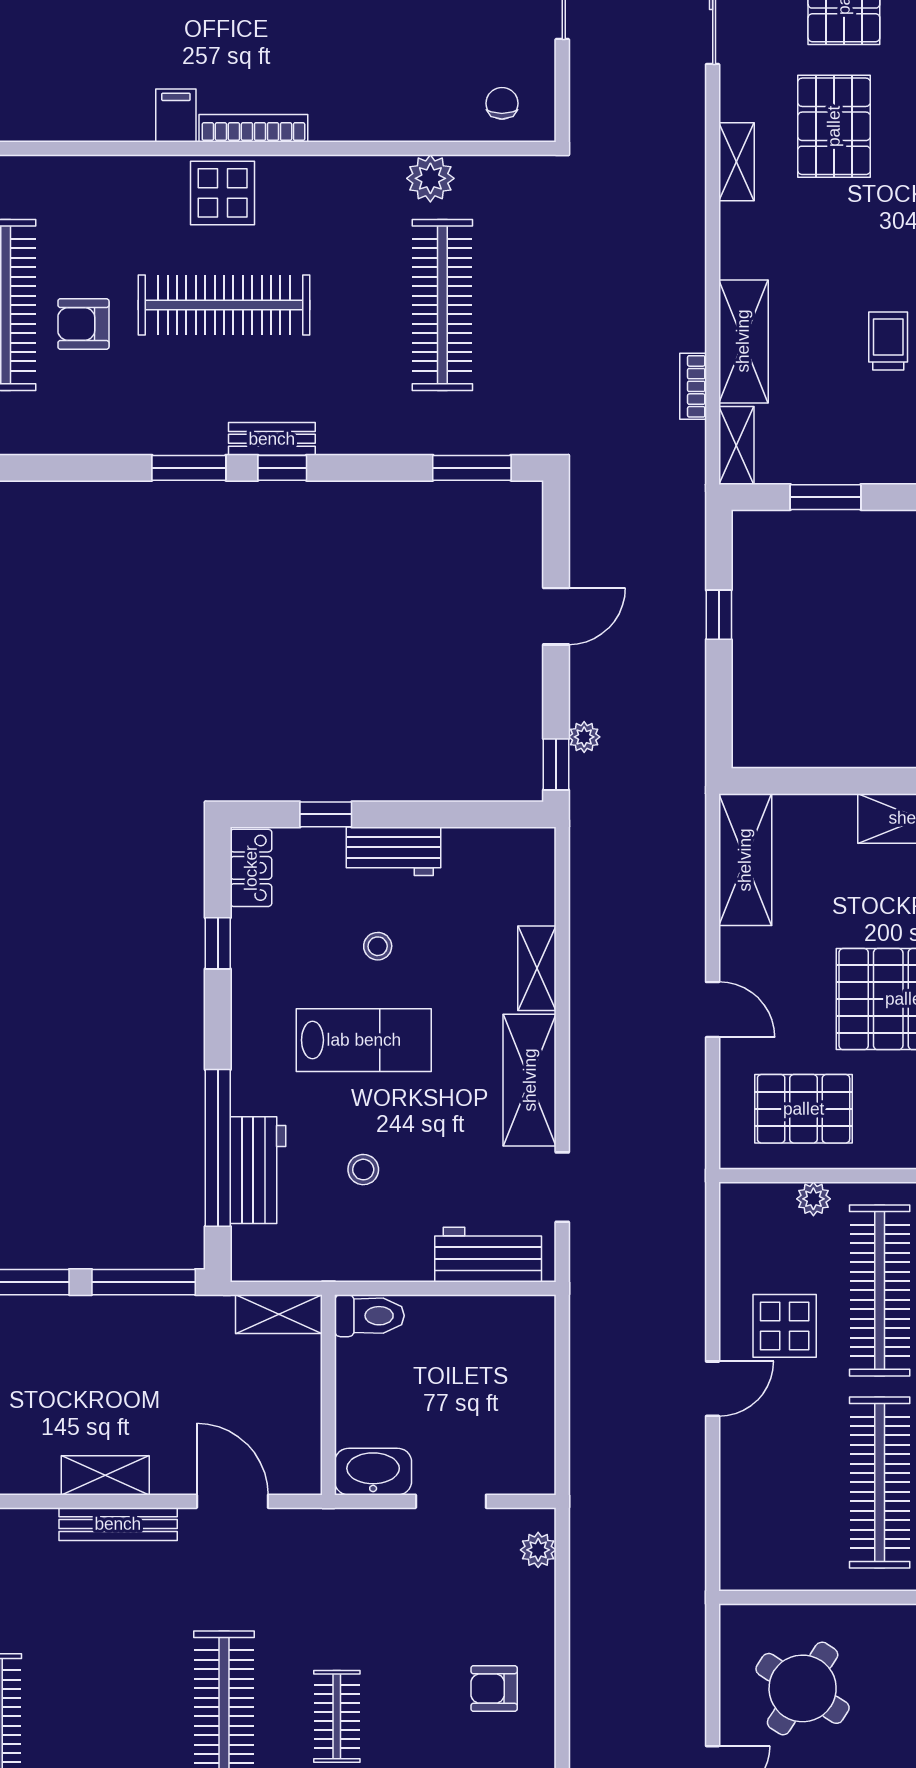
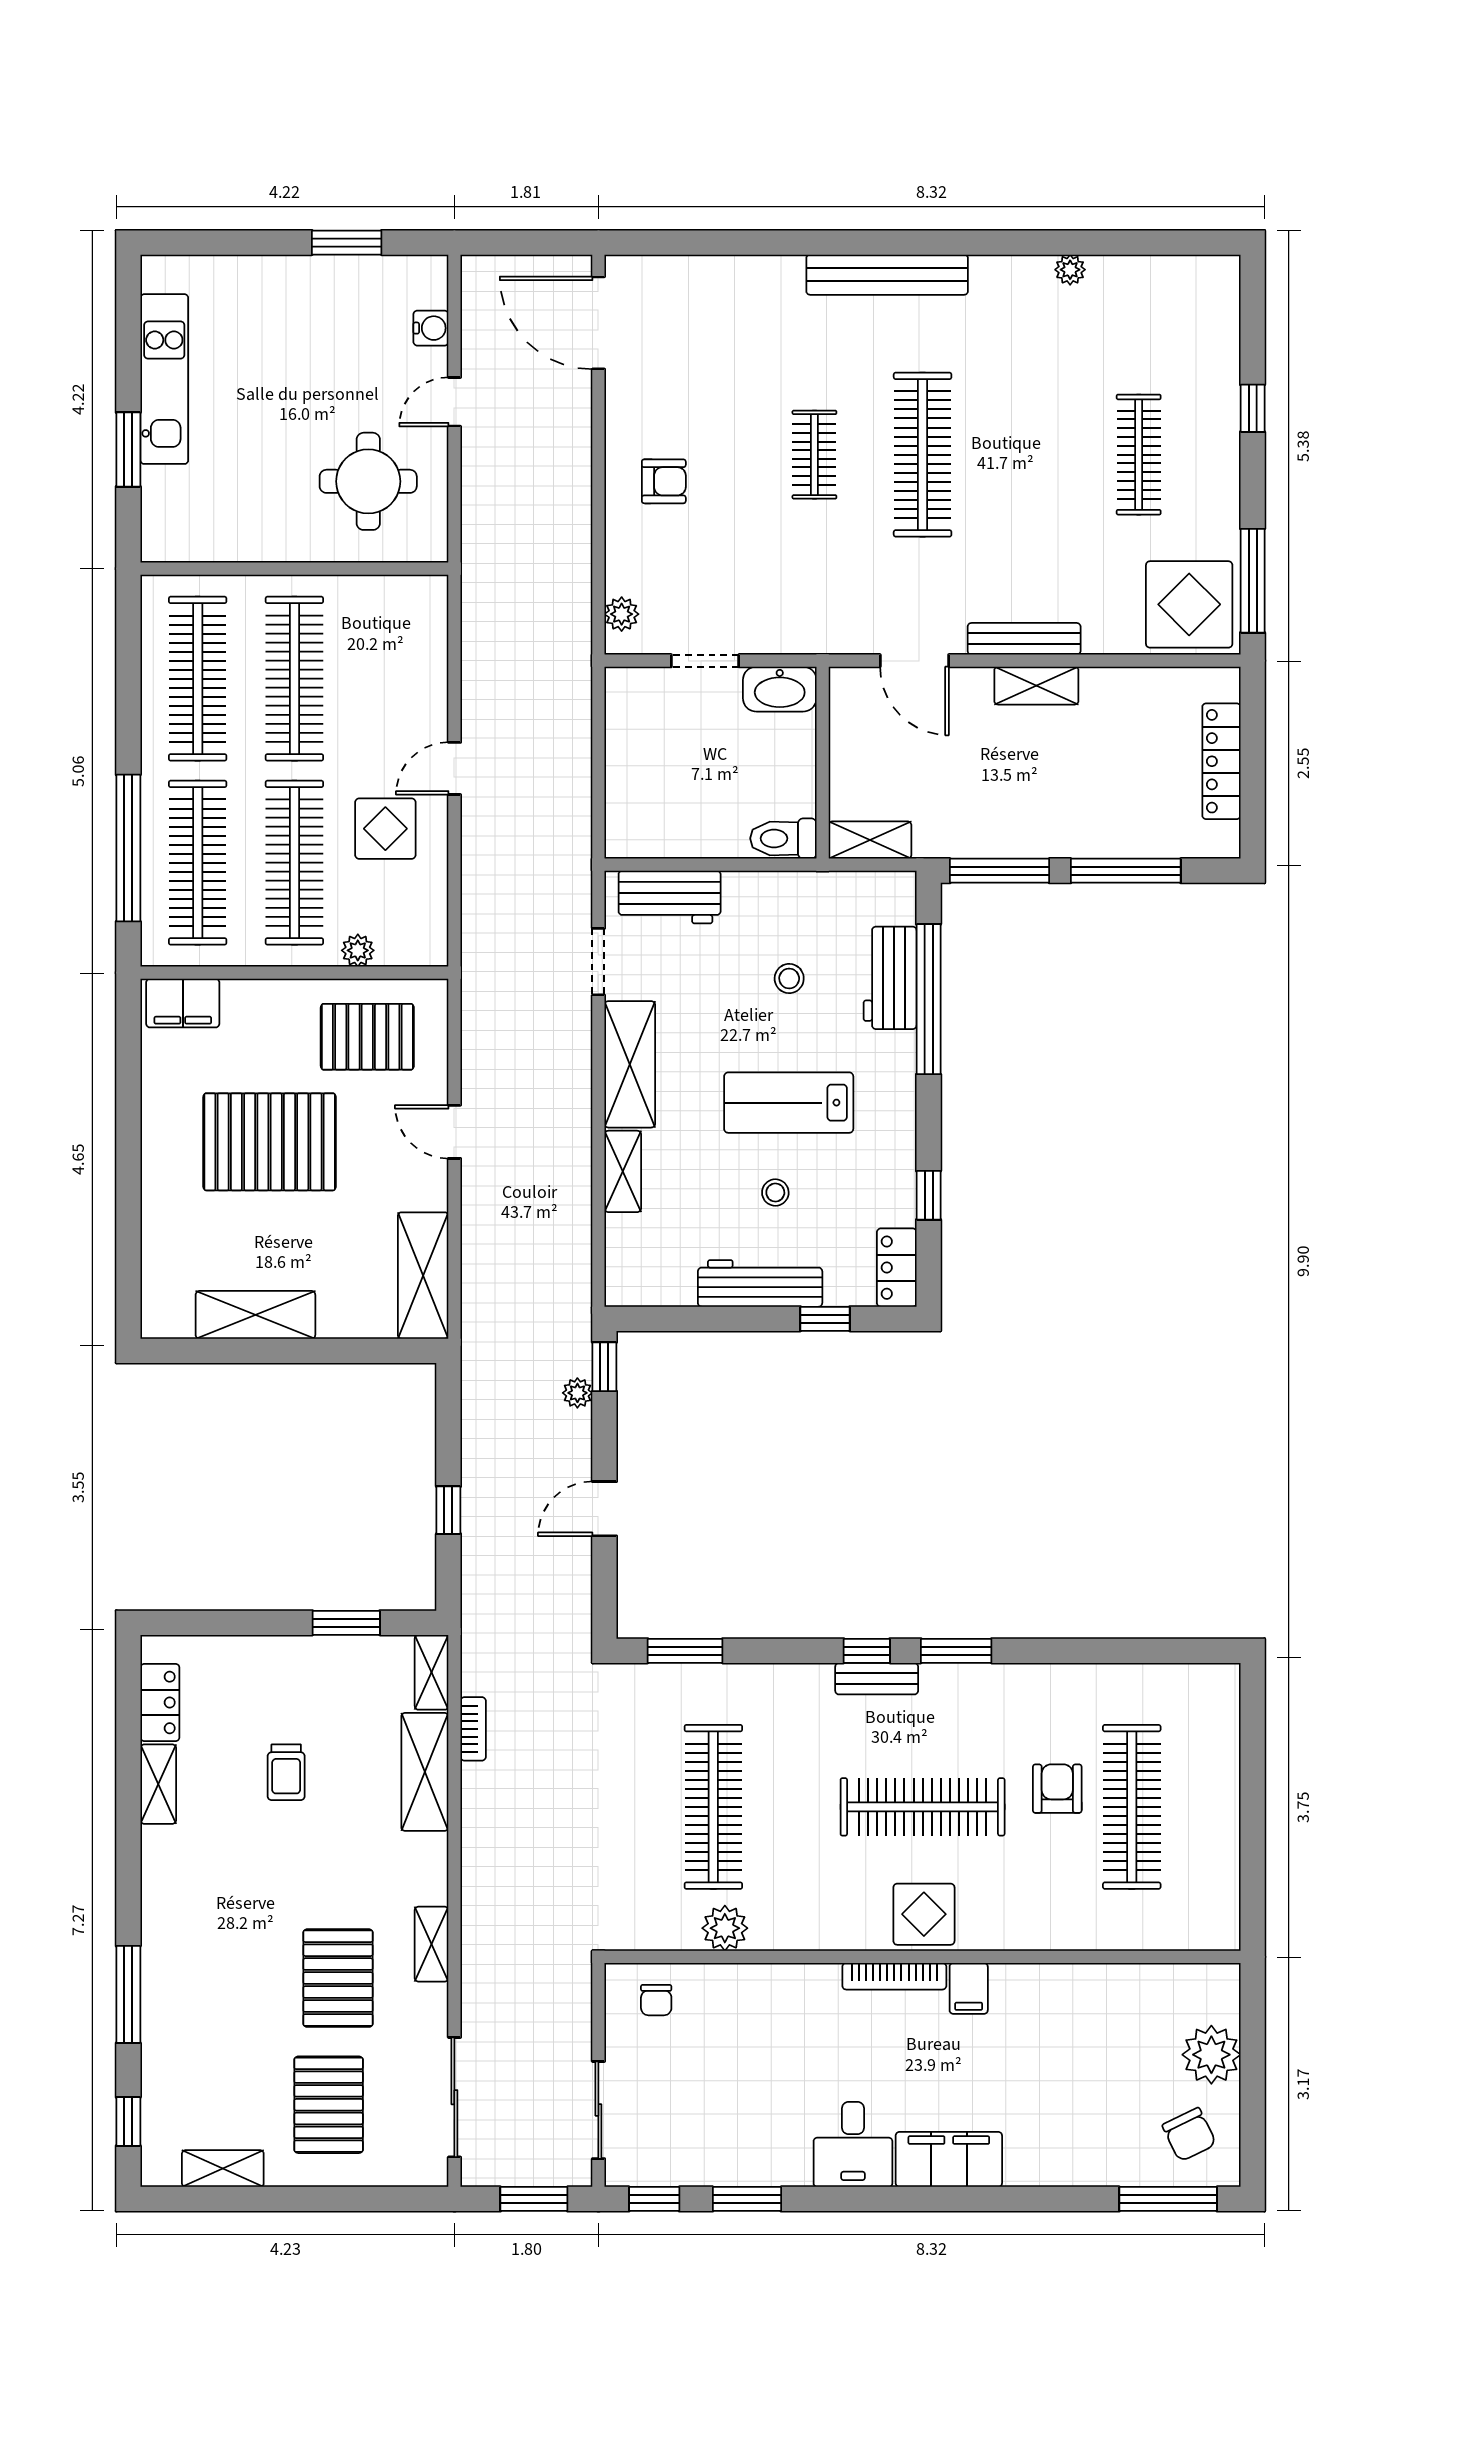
armchair: (83, 324) -> (1057, 1789), turned -90
workbench: (394, 851) -> (760, 1283), width x1.38
round table: (803, 1688) -> (368, 481), turned -33

